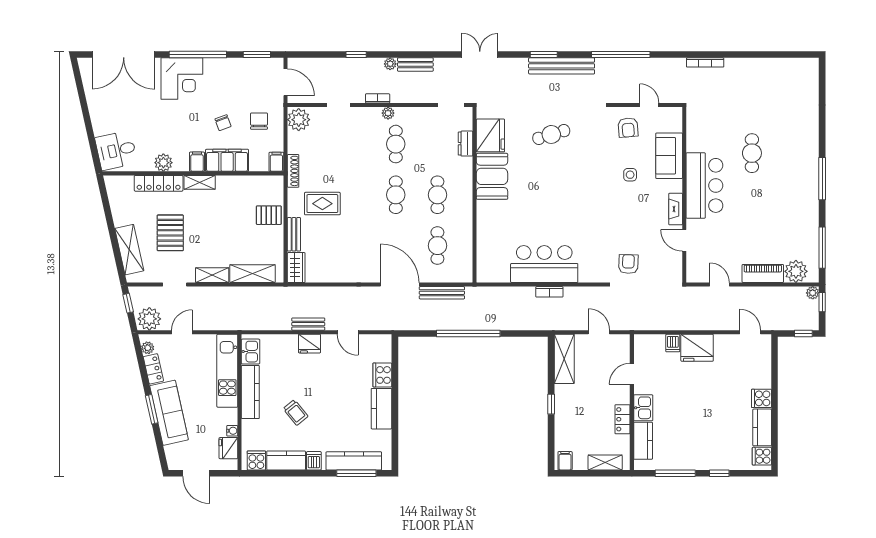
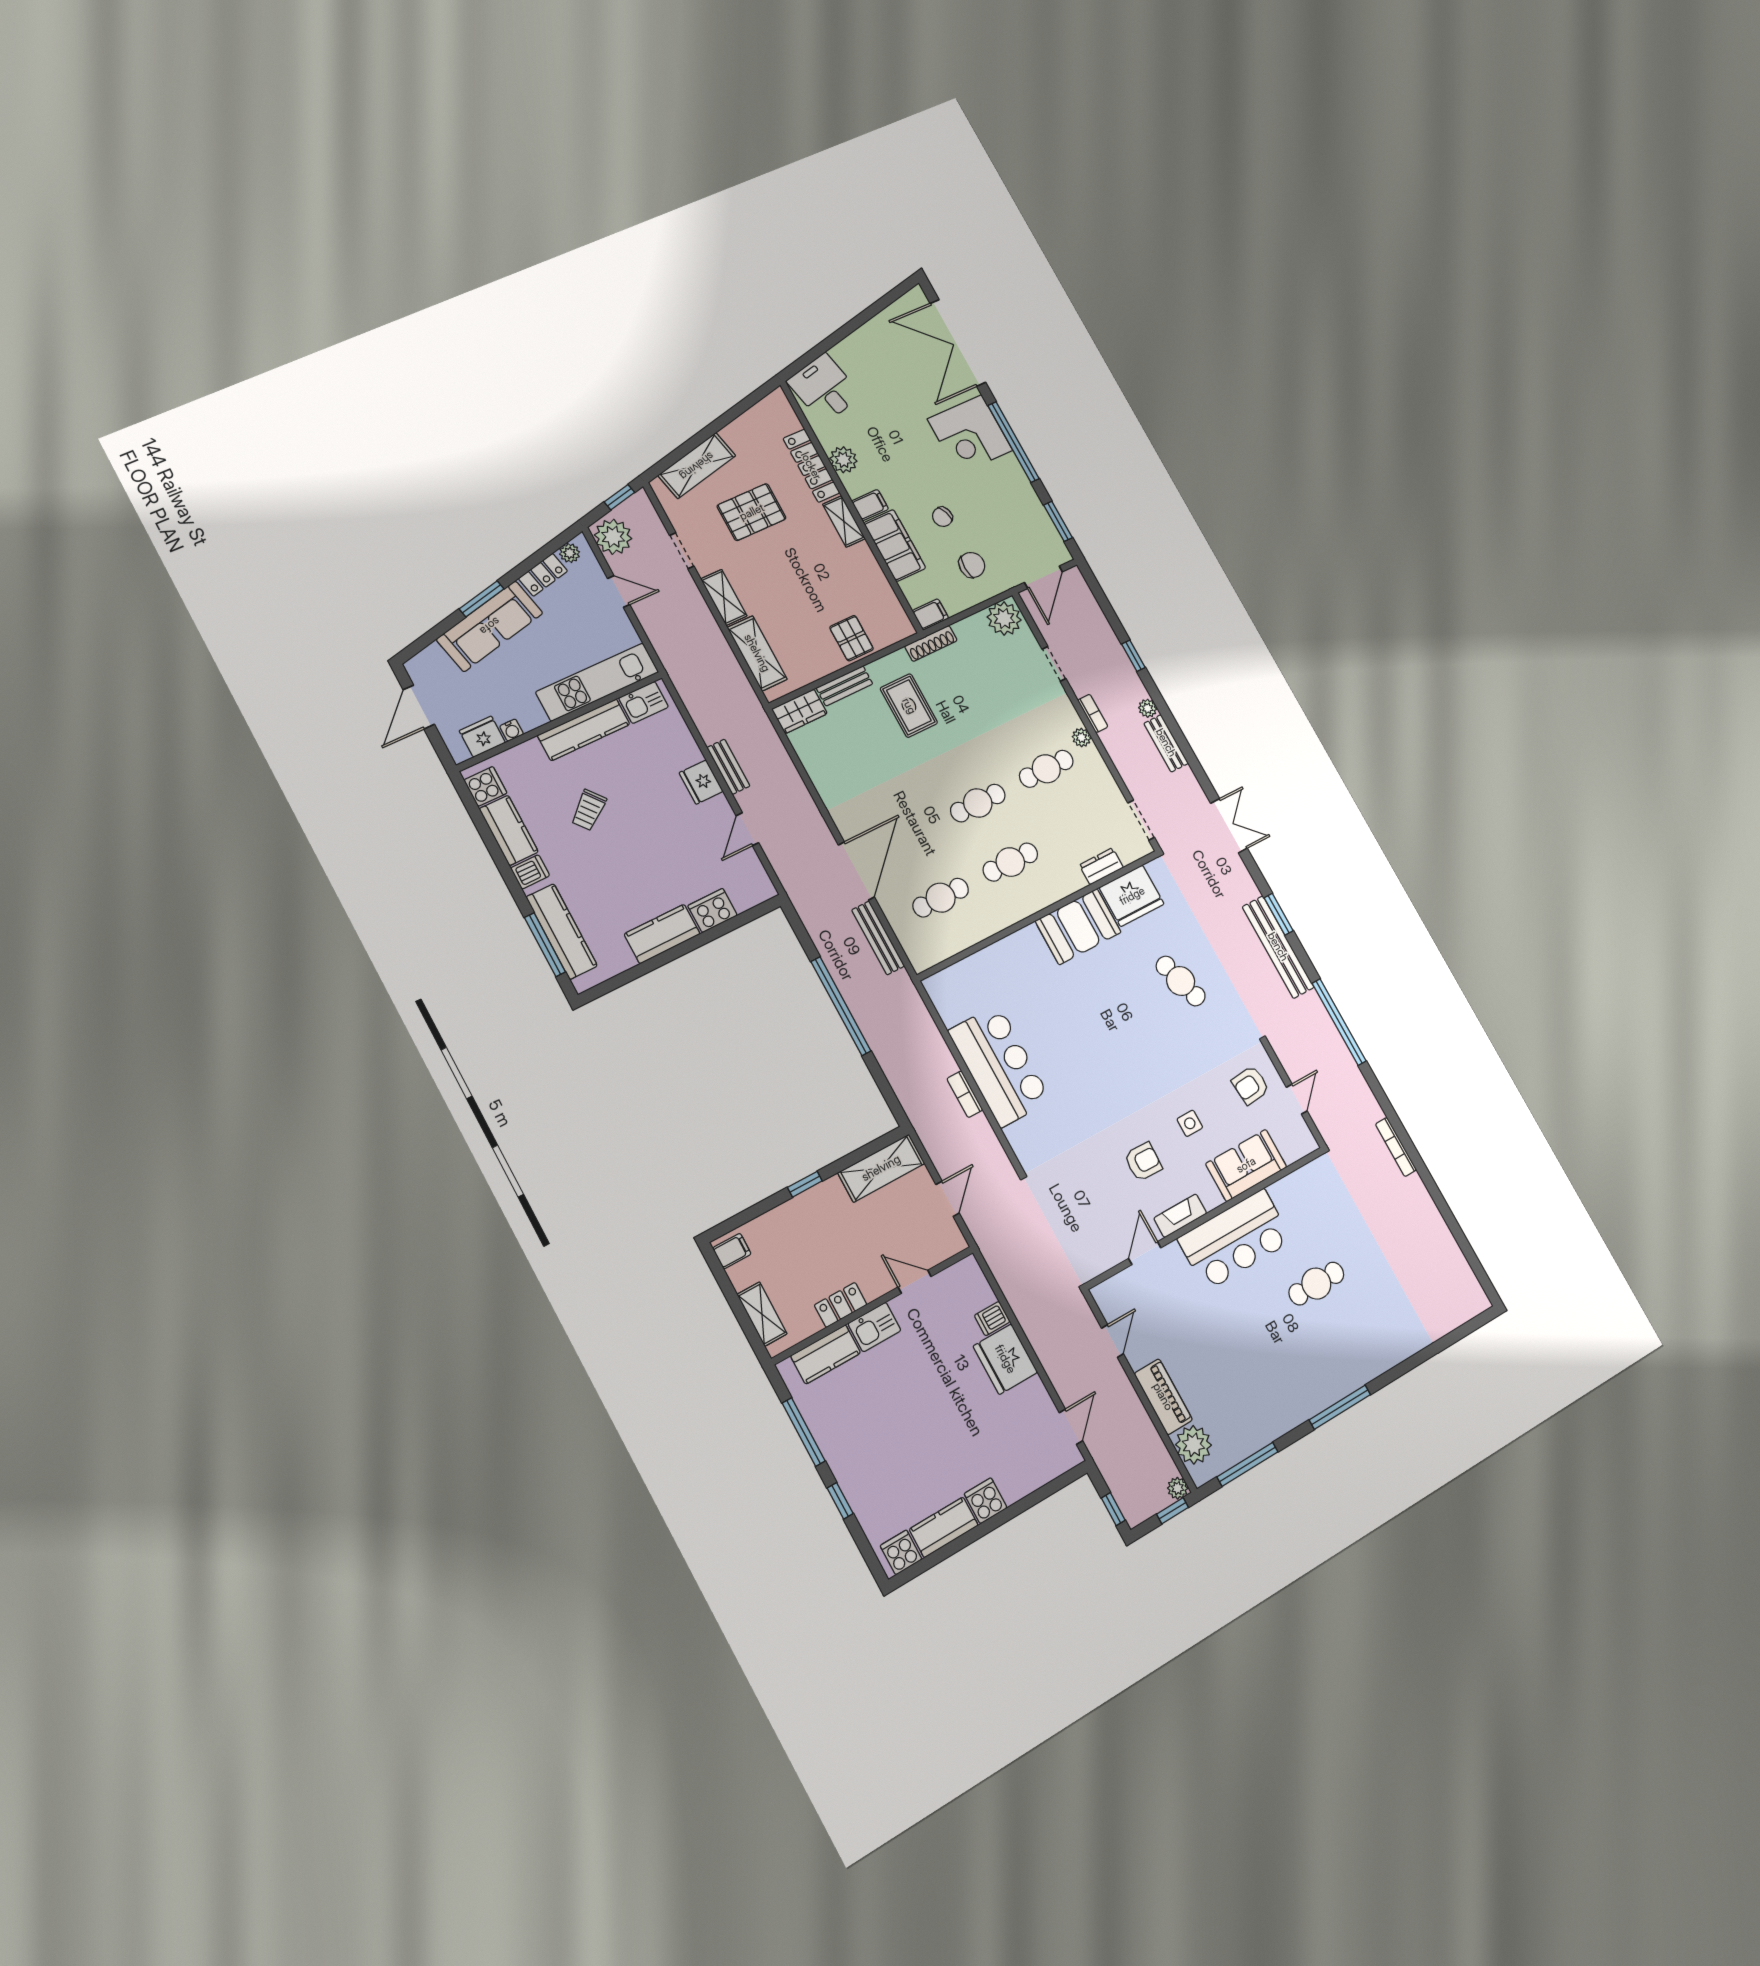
armchair: (628, 264) -> (1143, 1162), moved

